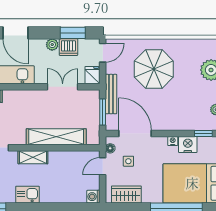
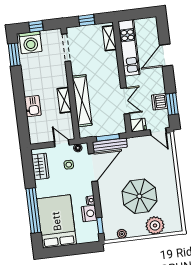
plant: (52, 45) -> (160, 88), removed
parasol: (154, 69) -> (139, 196), moved
bench: (111, 94) -> (110, 145), moved
shelving: (33, 157) -> (64, 100), moved
kitchen sink: (27, 195) -> (33, 106), moved
washing machine: (93, 197) -> (35, 139), removed

